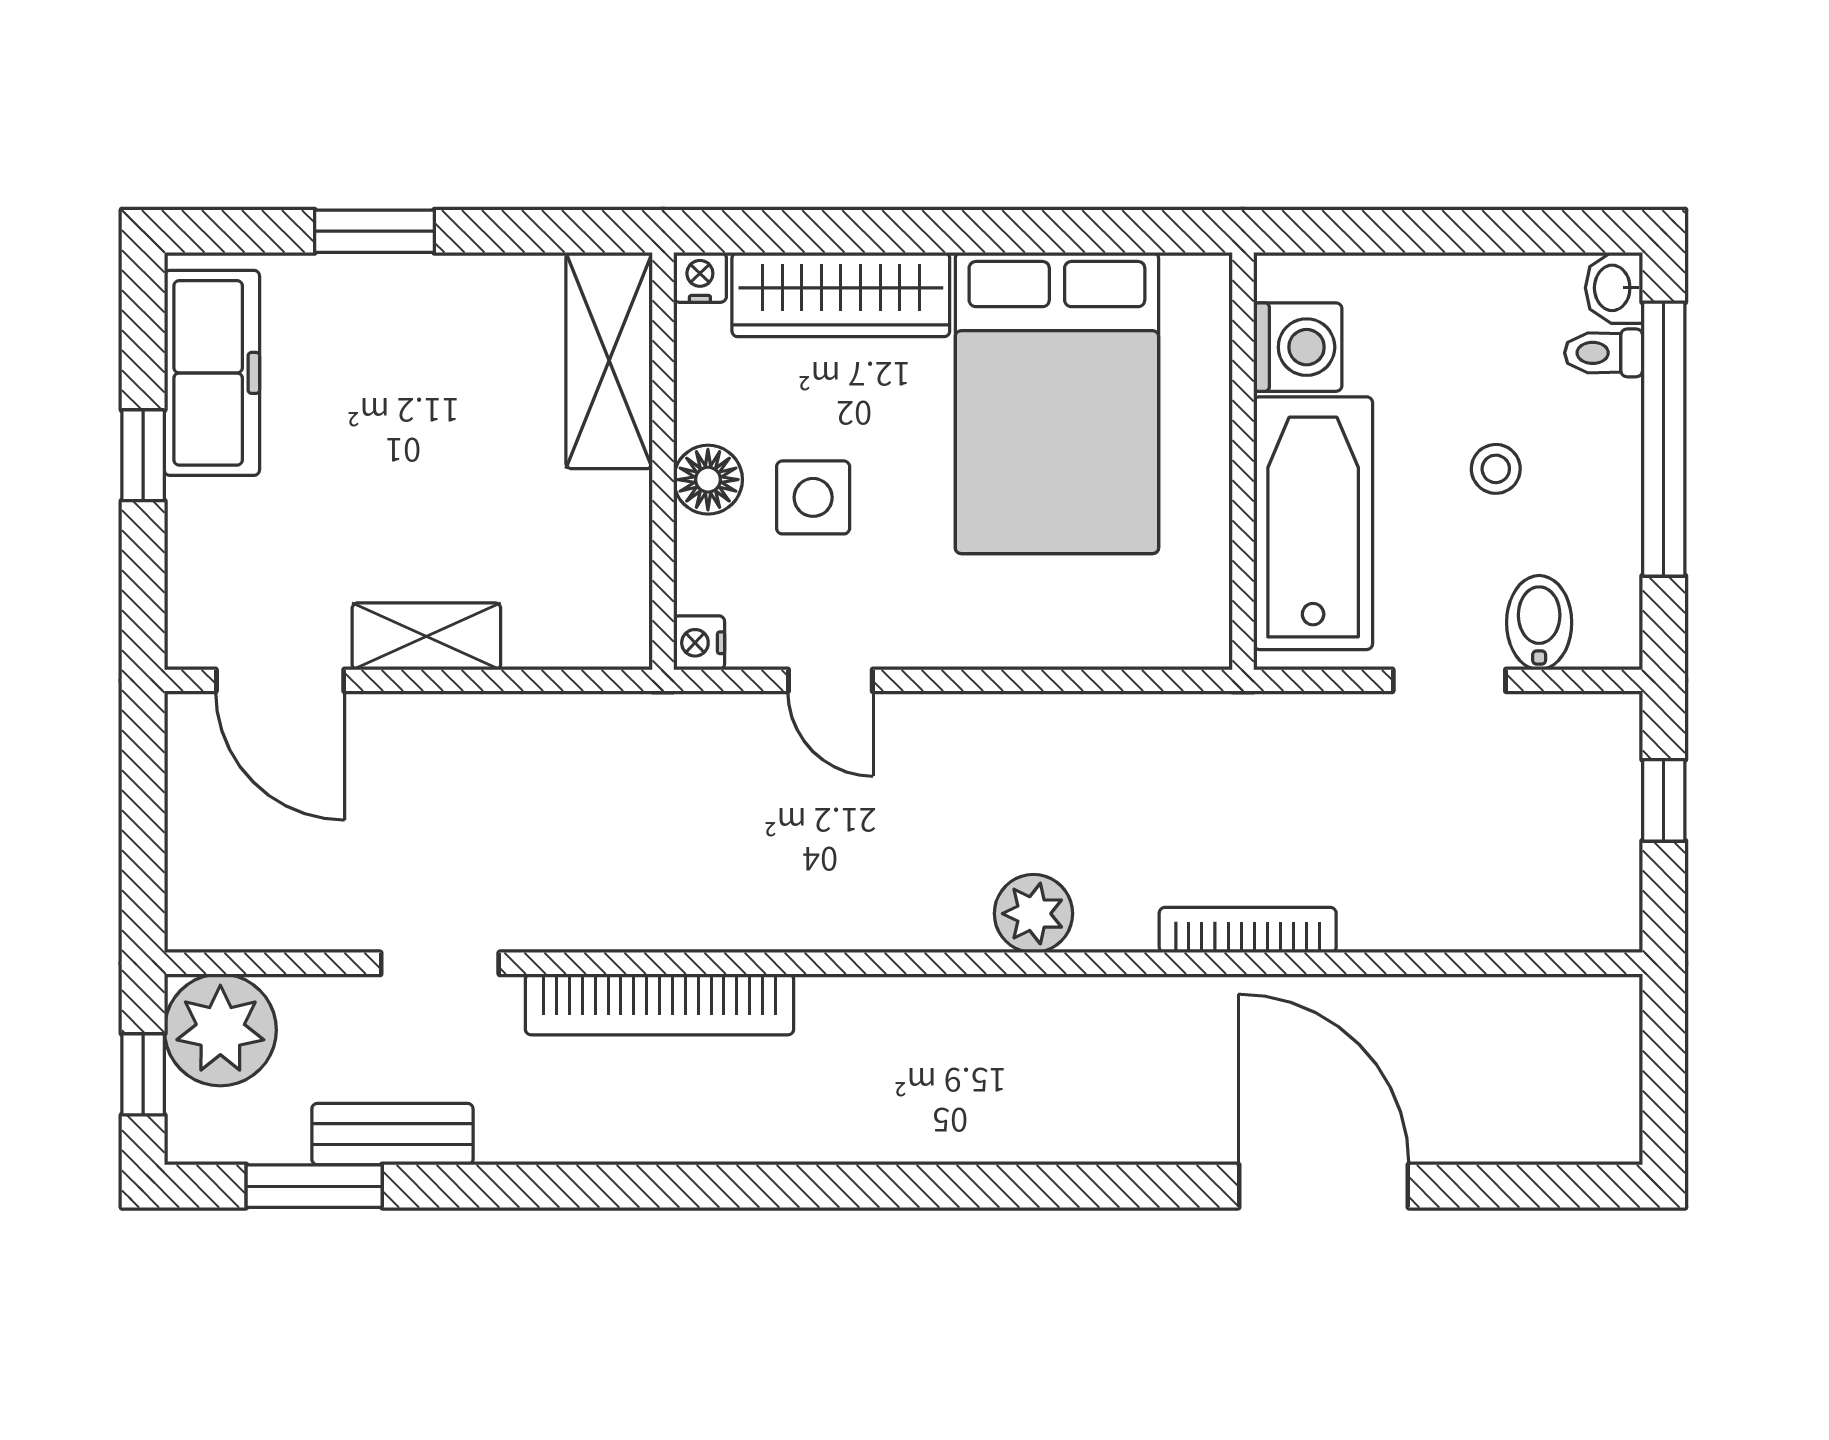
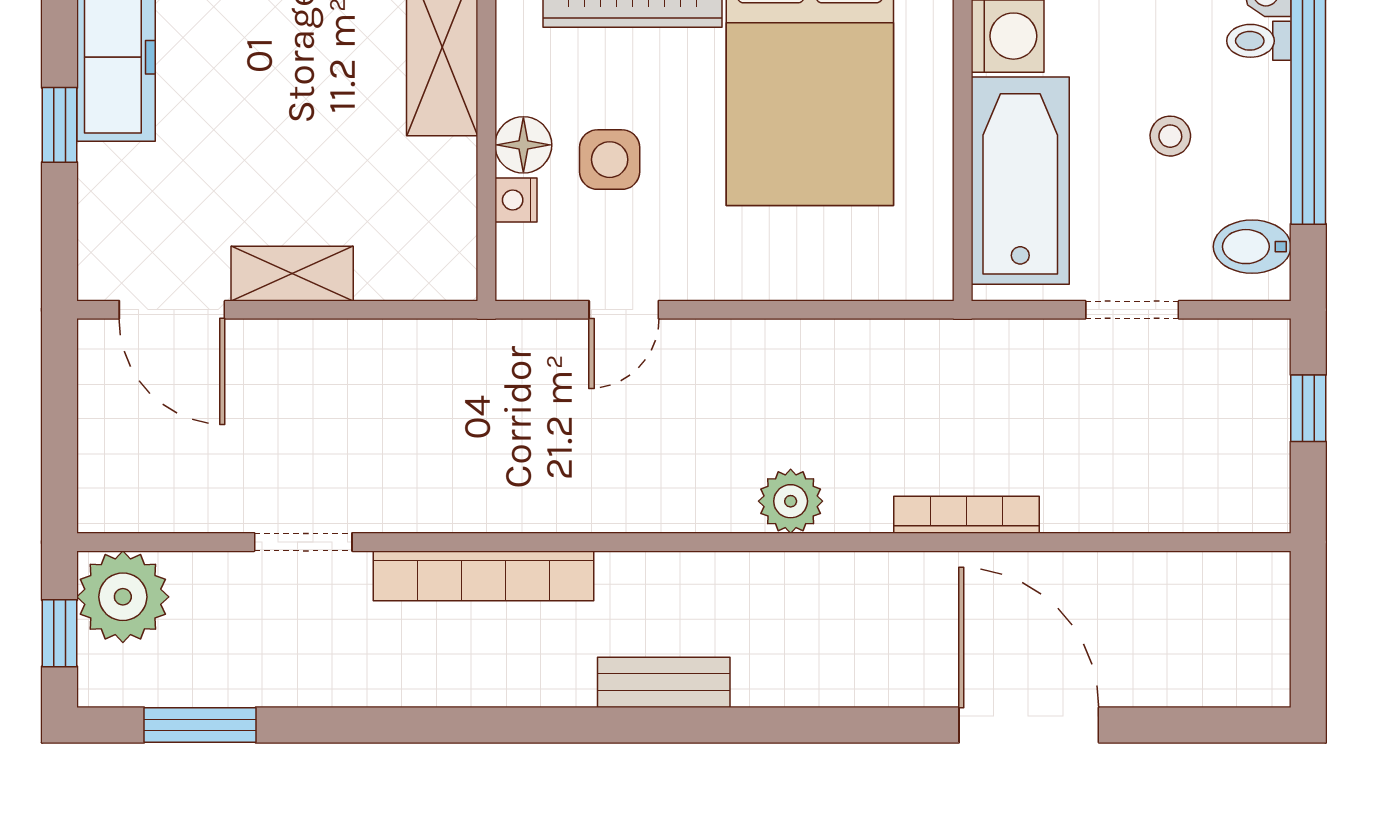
bidet: (1539, 623) -> (1252, 247), moved, turned -90
nightstand: (699, 643) -> (516, 200), moved
door: (830, 680) -> (624, 310), hinge flipped
bench: (392, 1134) -> (664, 682), moved

